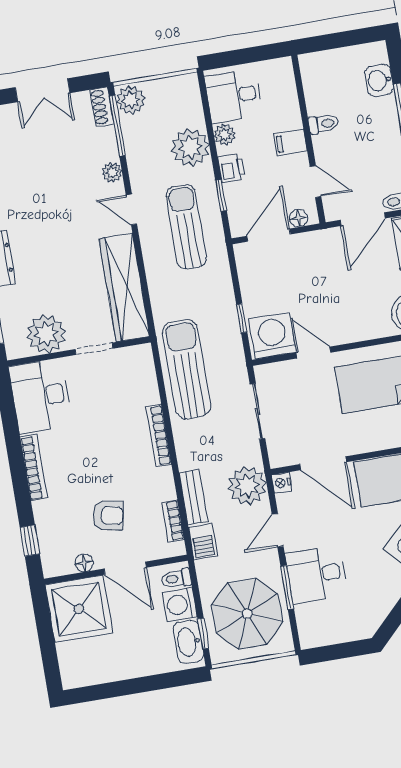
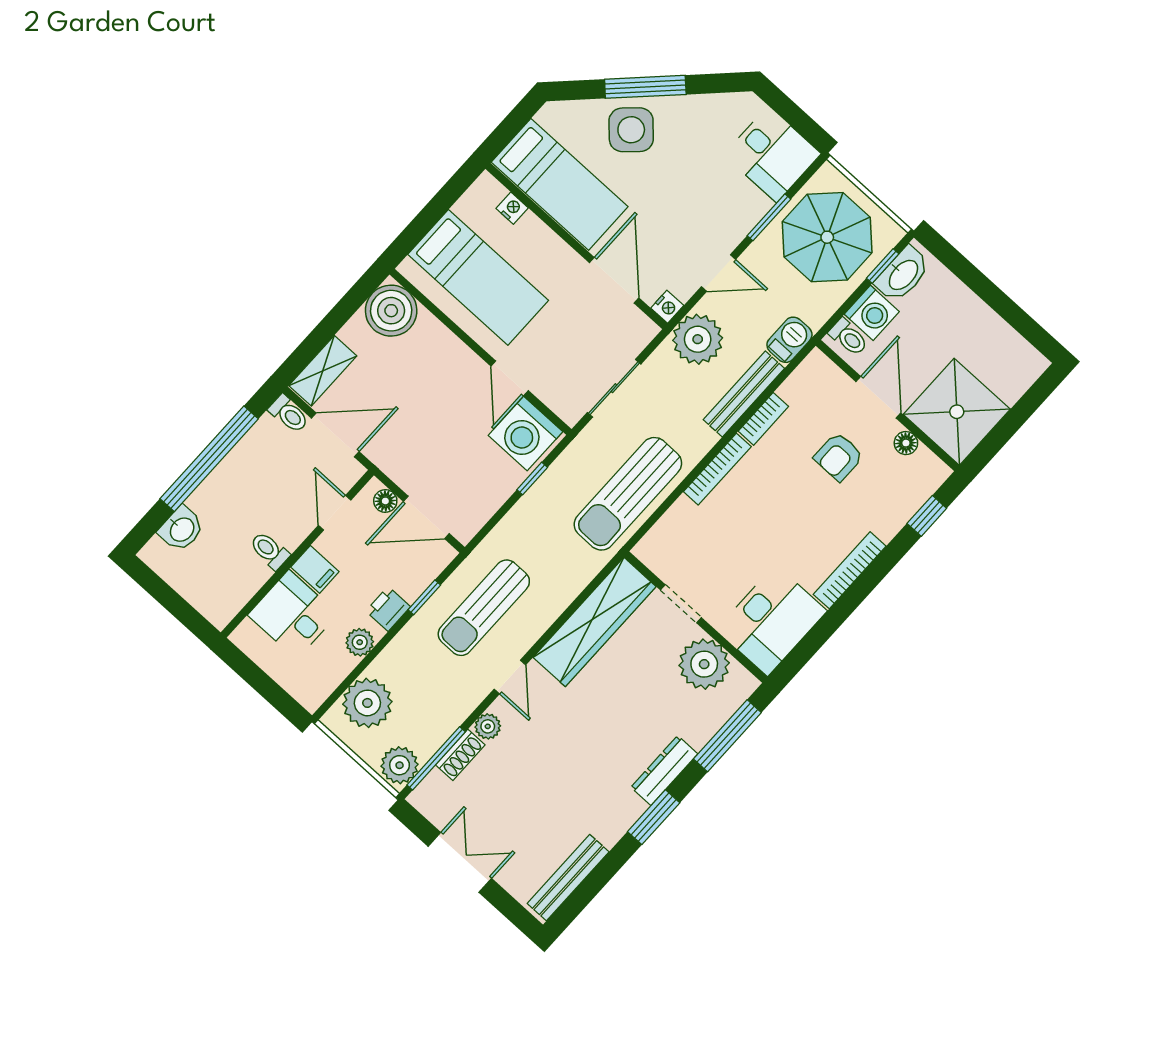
desk: (233, 96) -> (293, 614), moved, turned 180
shoe rack: (102, 107) -> (460, 755), moved
plant: (190, 148) -> (367, 703), moved
bench: (193, 497) -> (744, 394), width x1.36
armchair: (108, 515) -> (839, 457), turned -101
bookcase: (173, 521) -> (763, 419), moved
desk: (316, 575) -> (772, 154), moved

